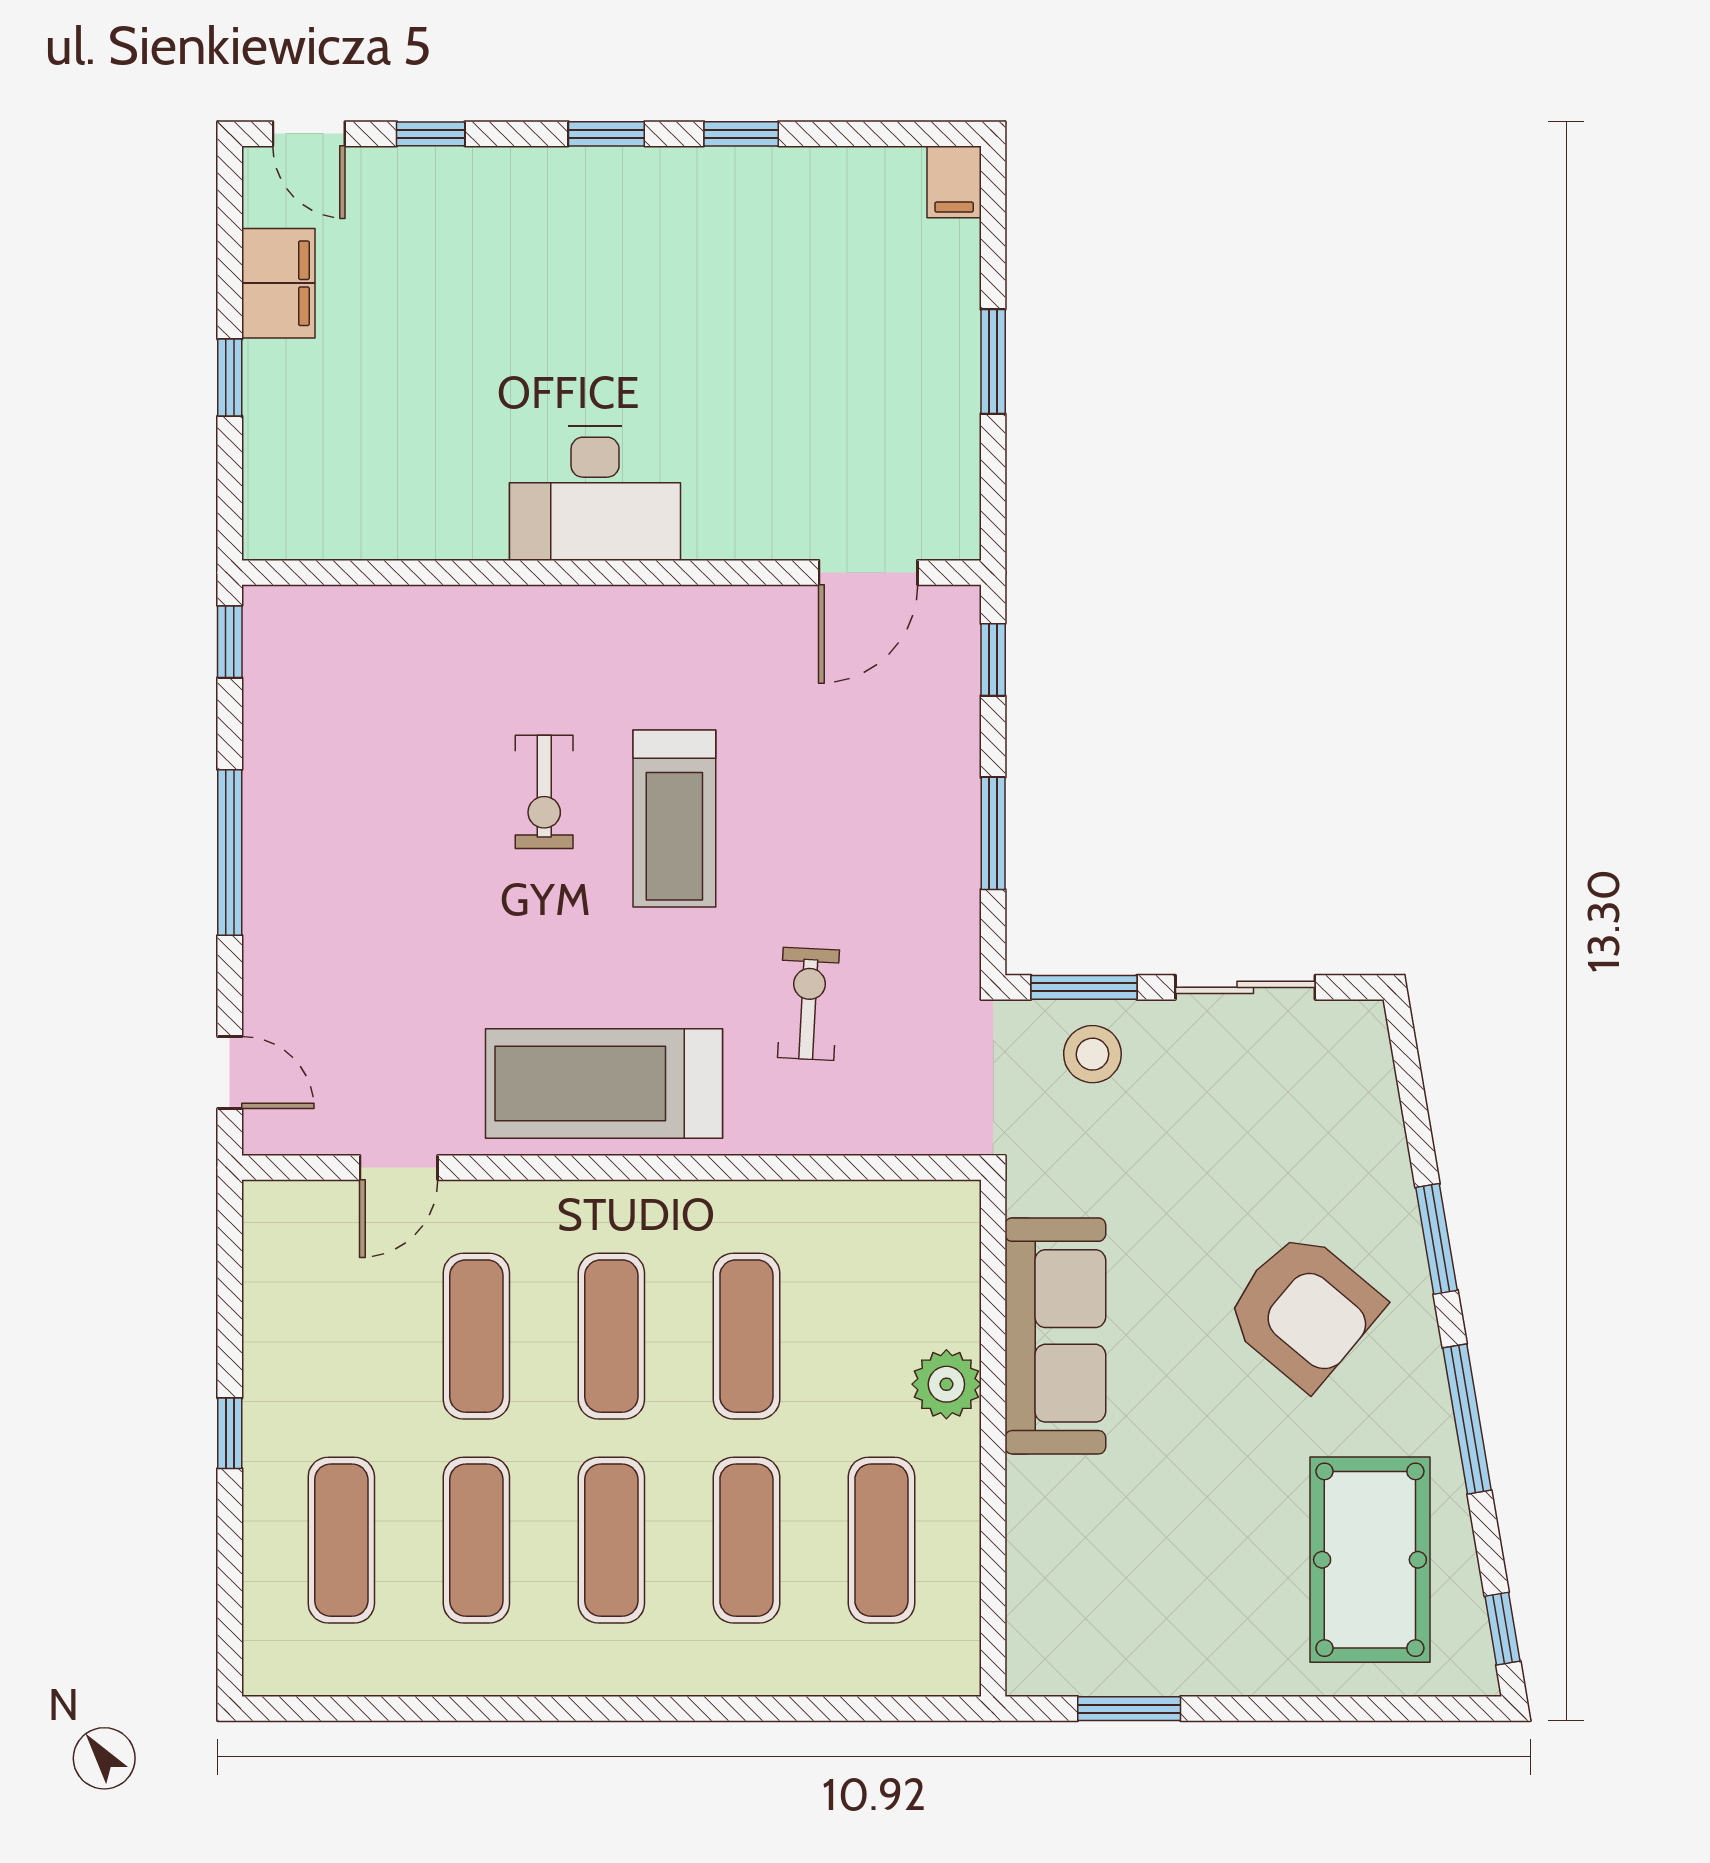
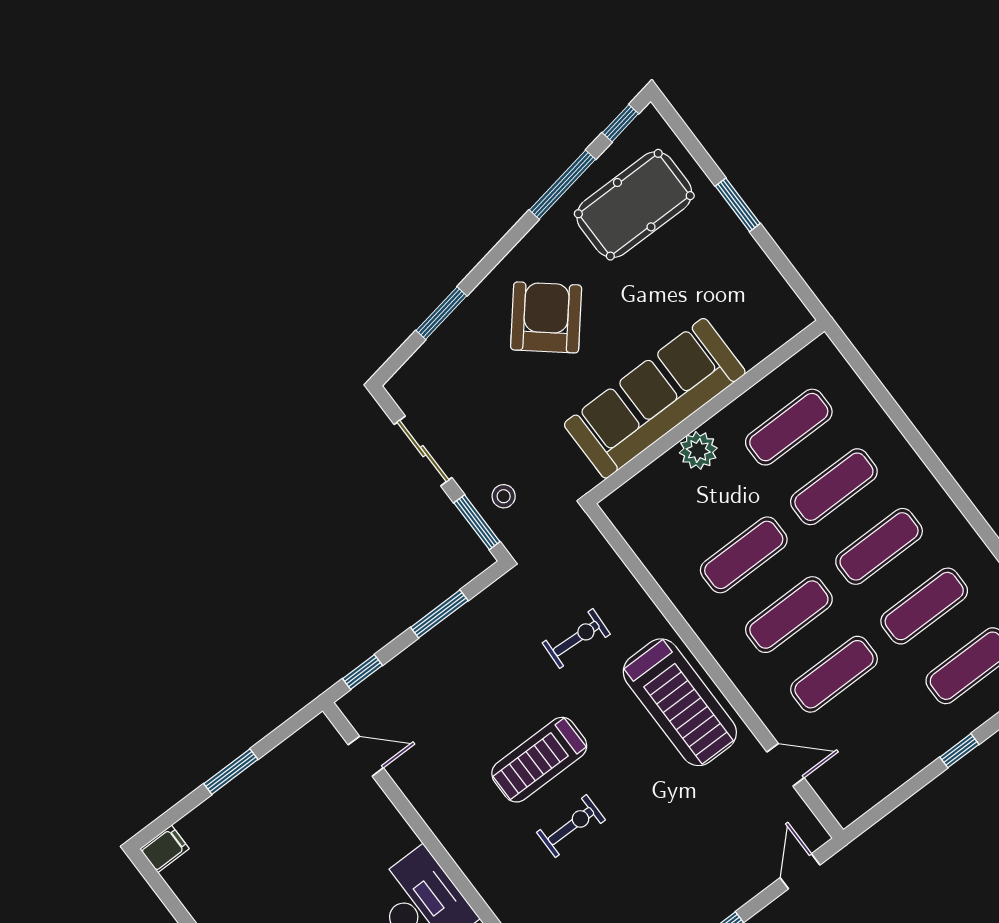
door: (868, 573) -> (366, 756), width x0.73
treadmill: (674, 819) -> (539, 760), turned 180
exercise bike: (809, 1004) -> (576, 638), turned 180
stool: (1092, 1054) -> (504, 496), width x0.73, depth x0.73
window: (1437, 1239) -> (441, 313), moved
sofa: (1055, 1336) -> (655, 398), width x1.36, depth x1.27
window: (1467, 1419) -> (562, 185), moved
window: (1129, 1709) -> (738, 205), moved

